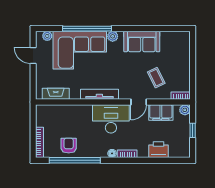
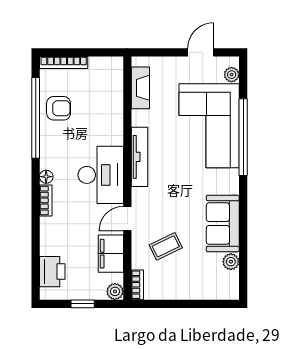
plant: (113, 36) -> (231, 262), moved
door: (139, 102) -> (127, 219), hinge flipped
printer: (158, 150) -> (52, 272), moved

